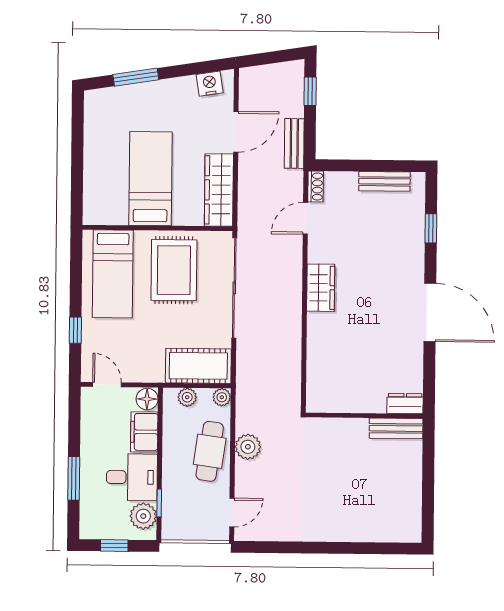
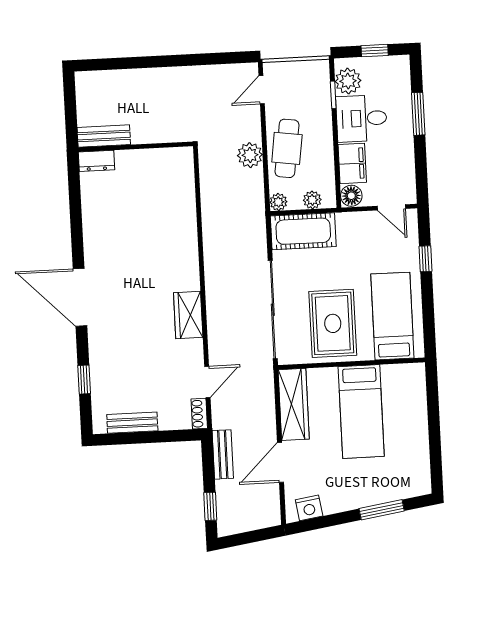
dresser: (405, 403) -> (96, 161), moved
wall: (364, 416) -> (136, 147), moved
bench: (396, 428) -> (104, 136), moved

